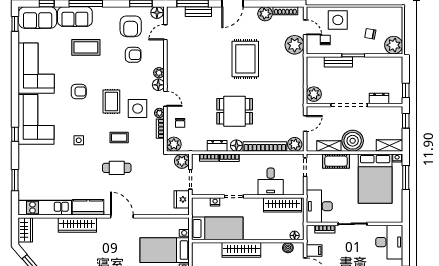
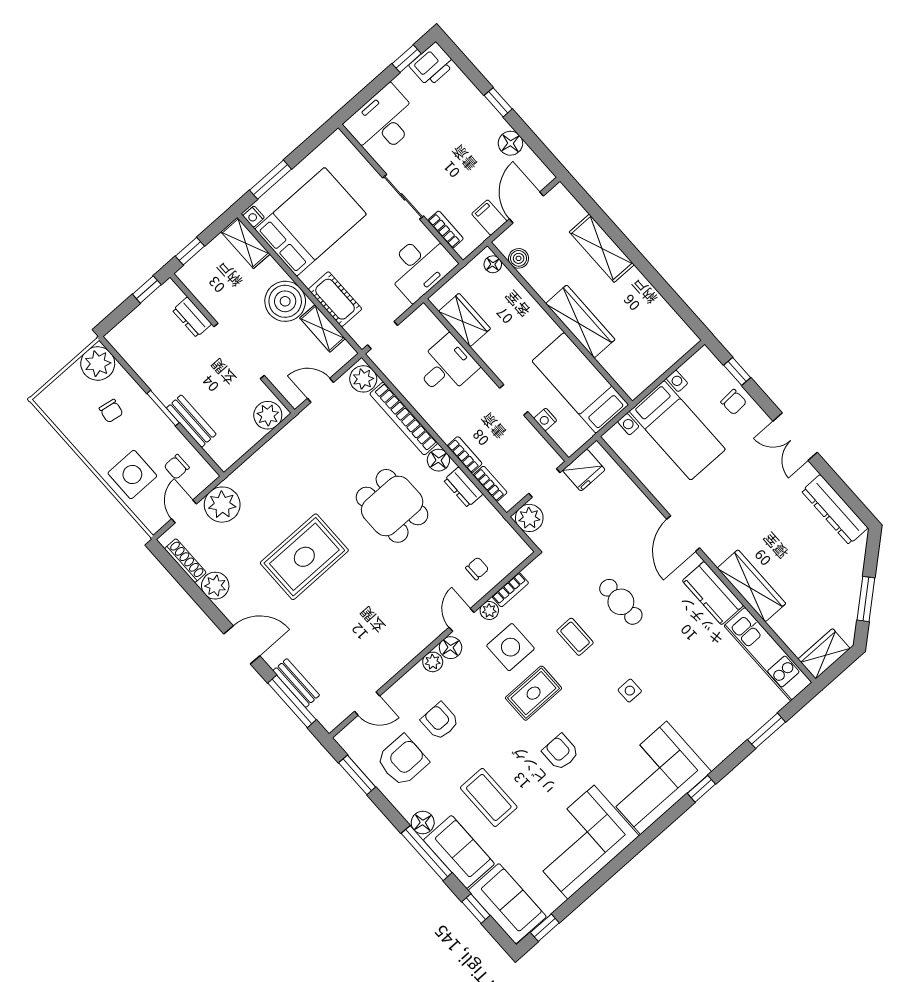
floor lamp: (157, 13) -> (423, 823), moved
plant: (174, 144) -> (515, 551), removed
wardrobe: (283, 205) -> (464, 320), width x0.67

